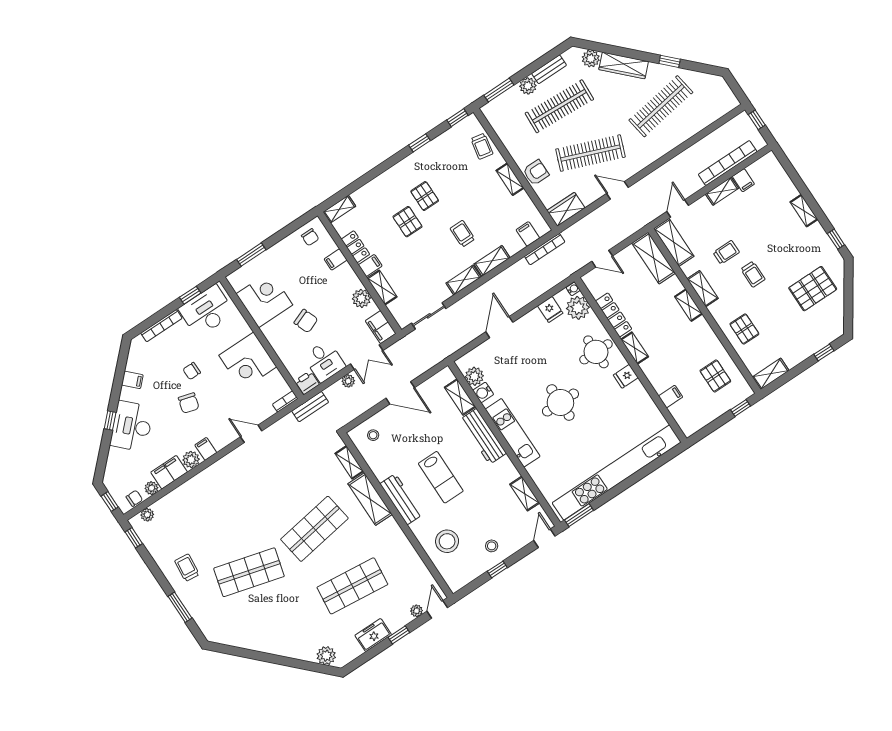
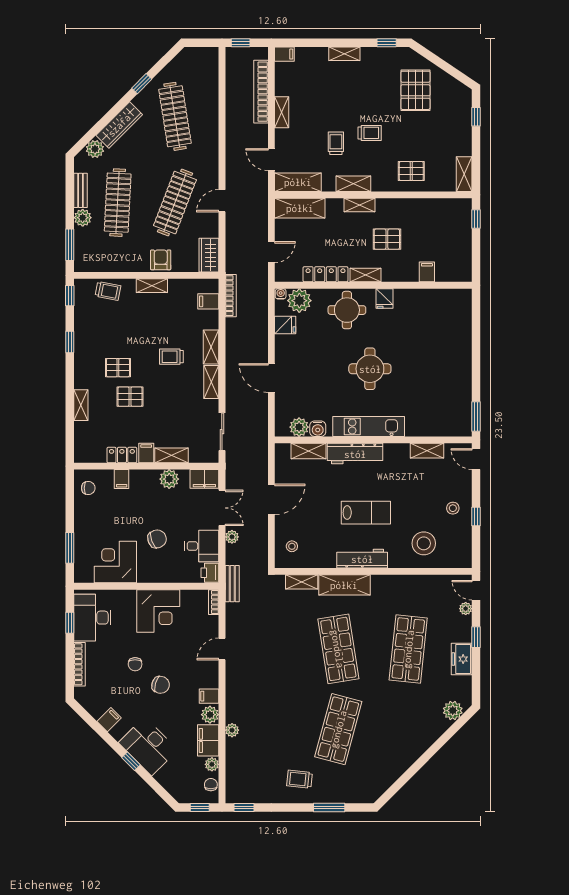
filing cabinet: (743, 180) -> (284, 54), moved
shelving: (339, 209) -> (81, 405), moved
pallet: (715, 376) -> (387, 239), moved
kitchen unit: (617, 472) -> (461, 360), removed
plant: (147, 515) -> (232, 730), moved

